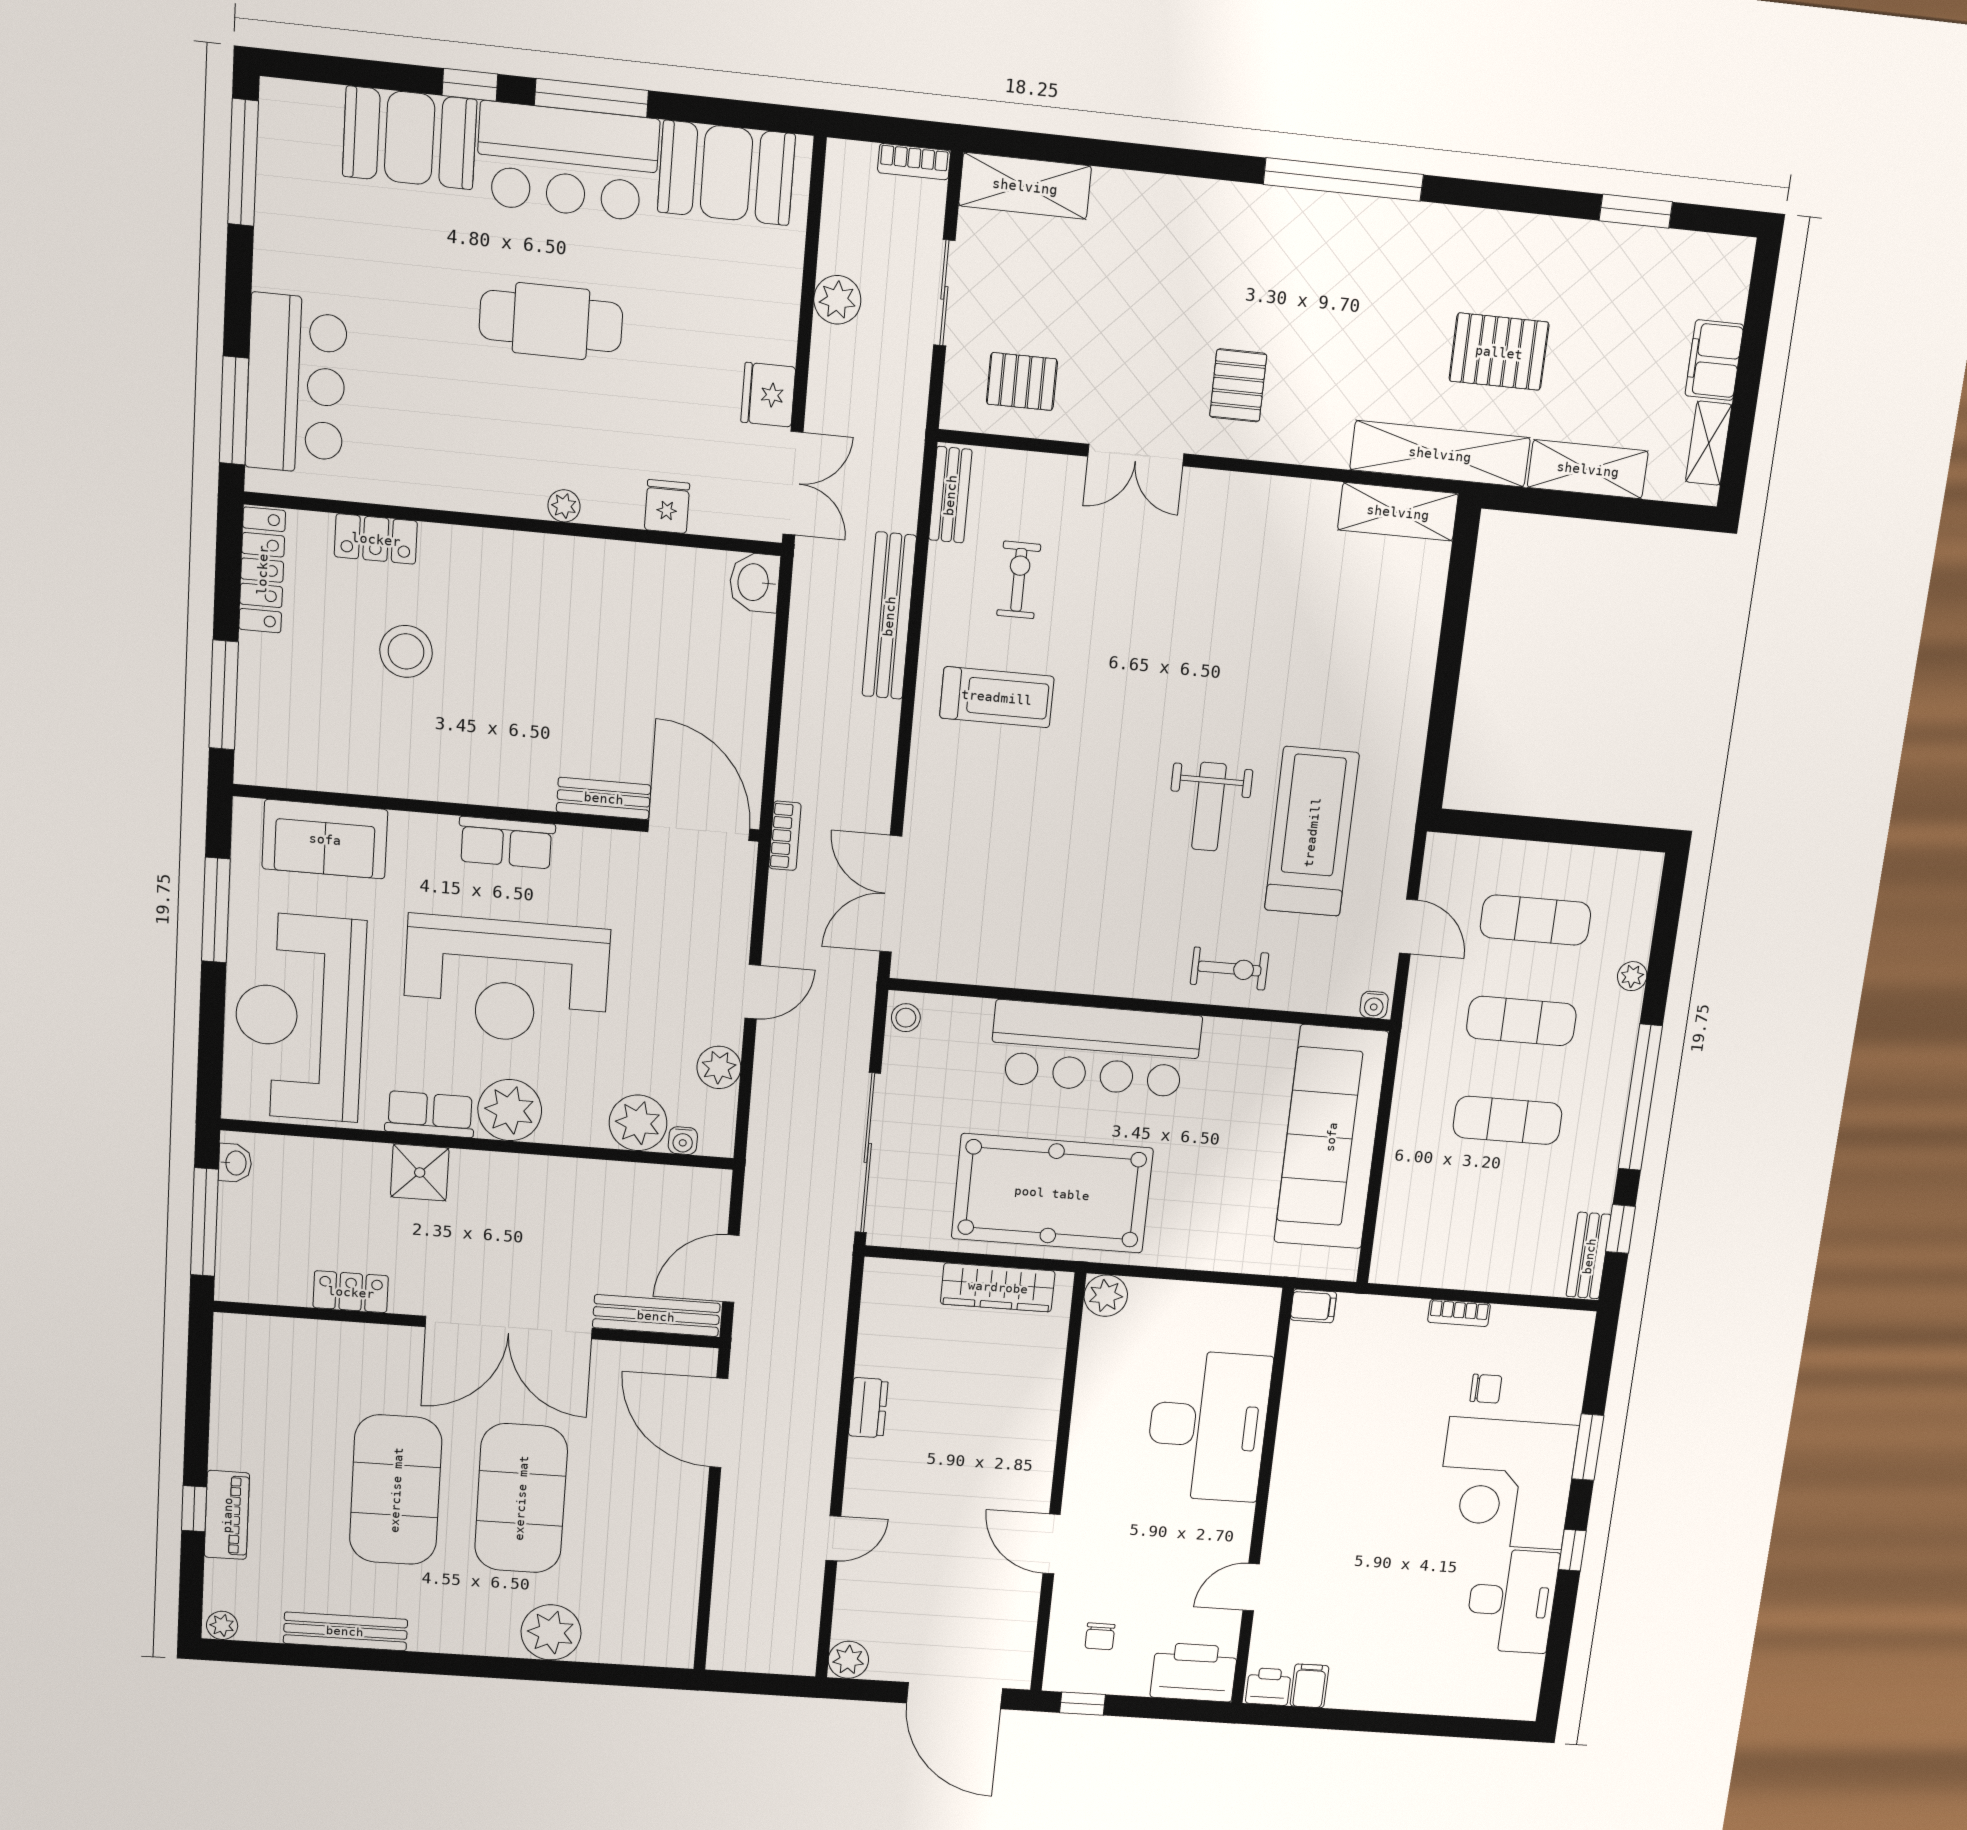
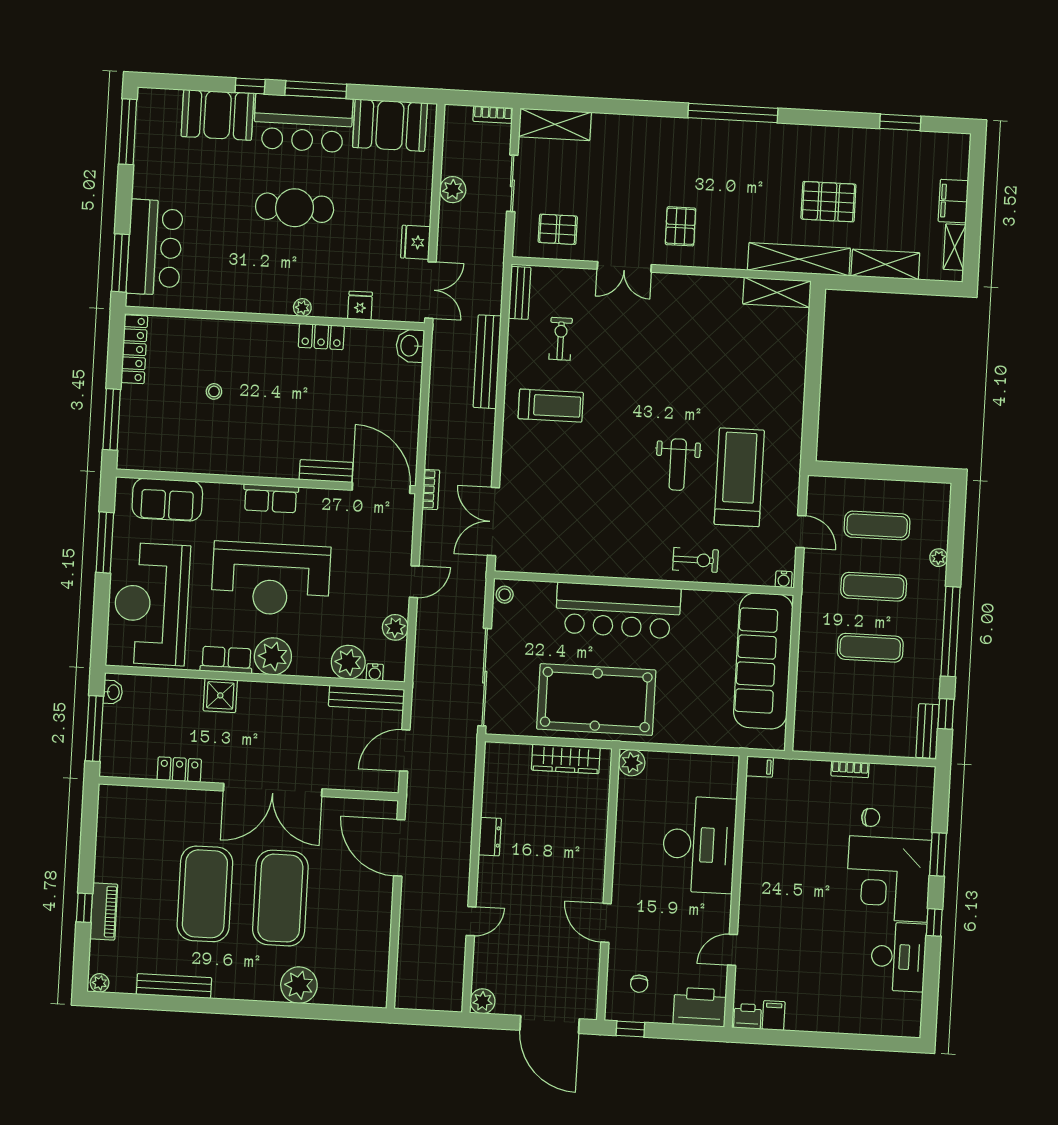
locker: (376, 539) -> (321, 337), moved
stool: (406, 651) -> (214, 391), width x0.53, depth x0.53
bench: (656, 1316) -> (367, 698), moved

